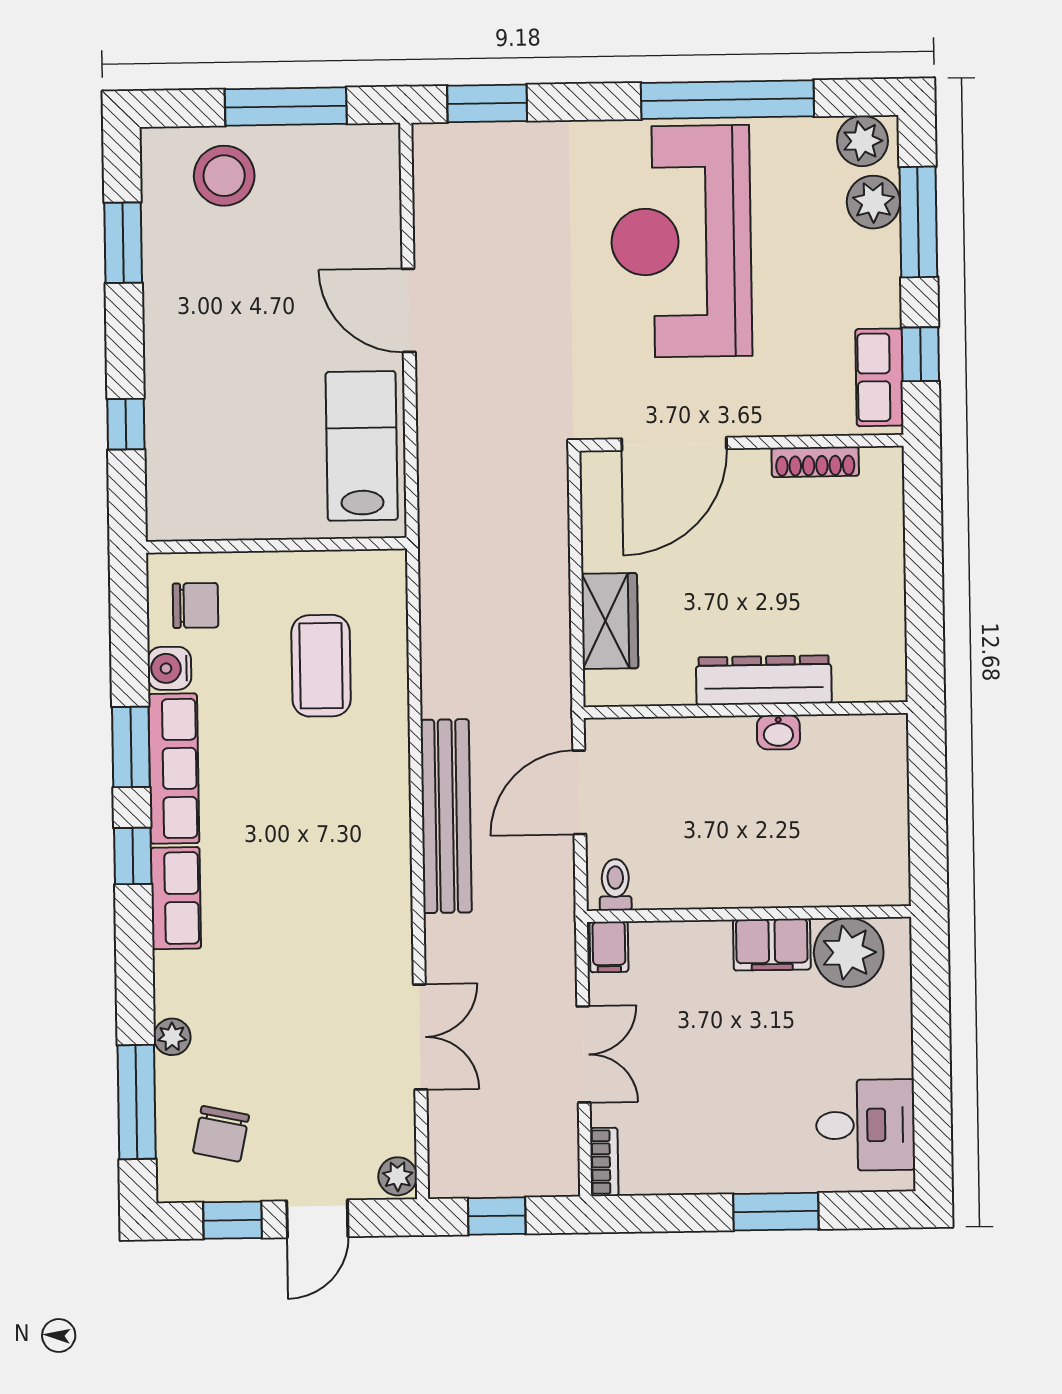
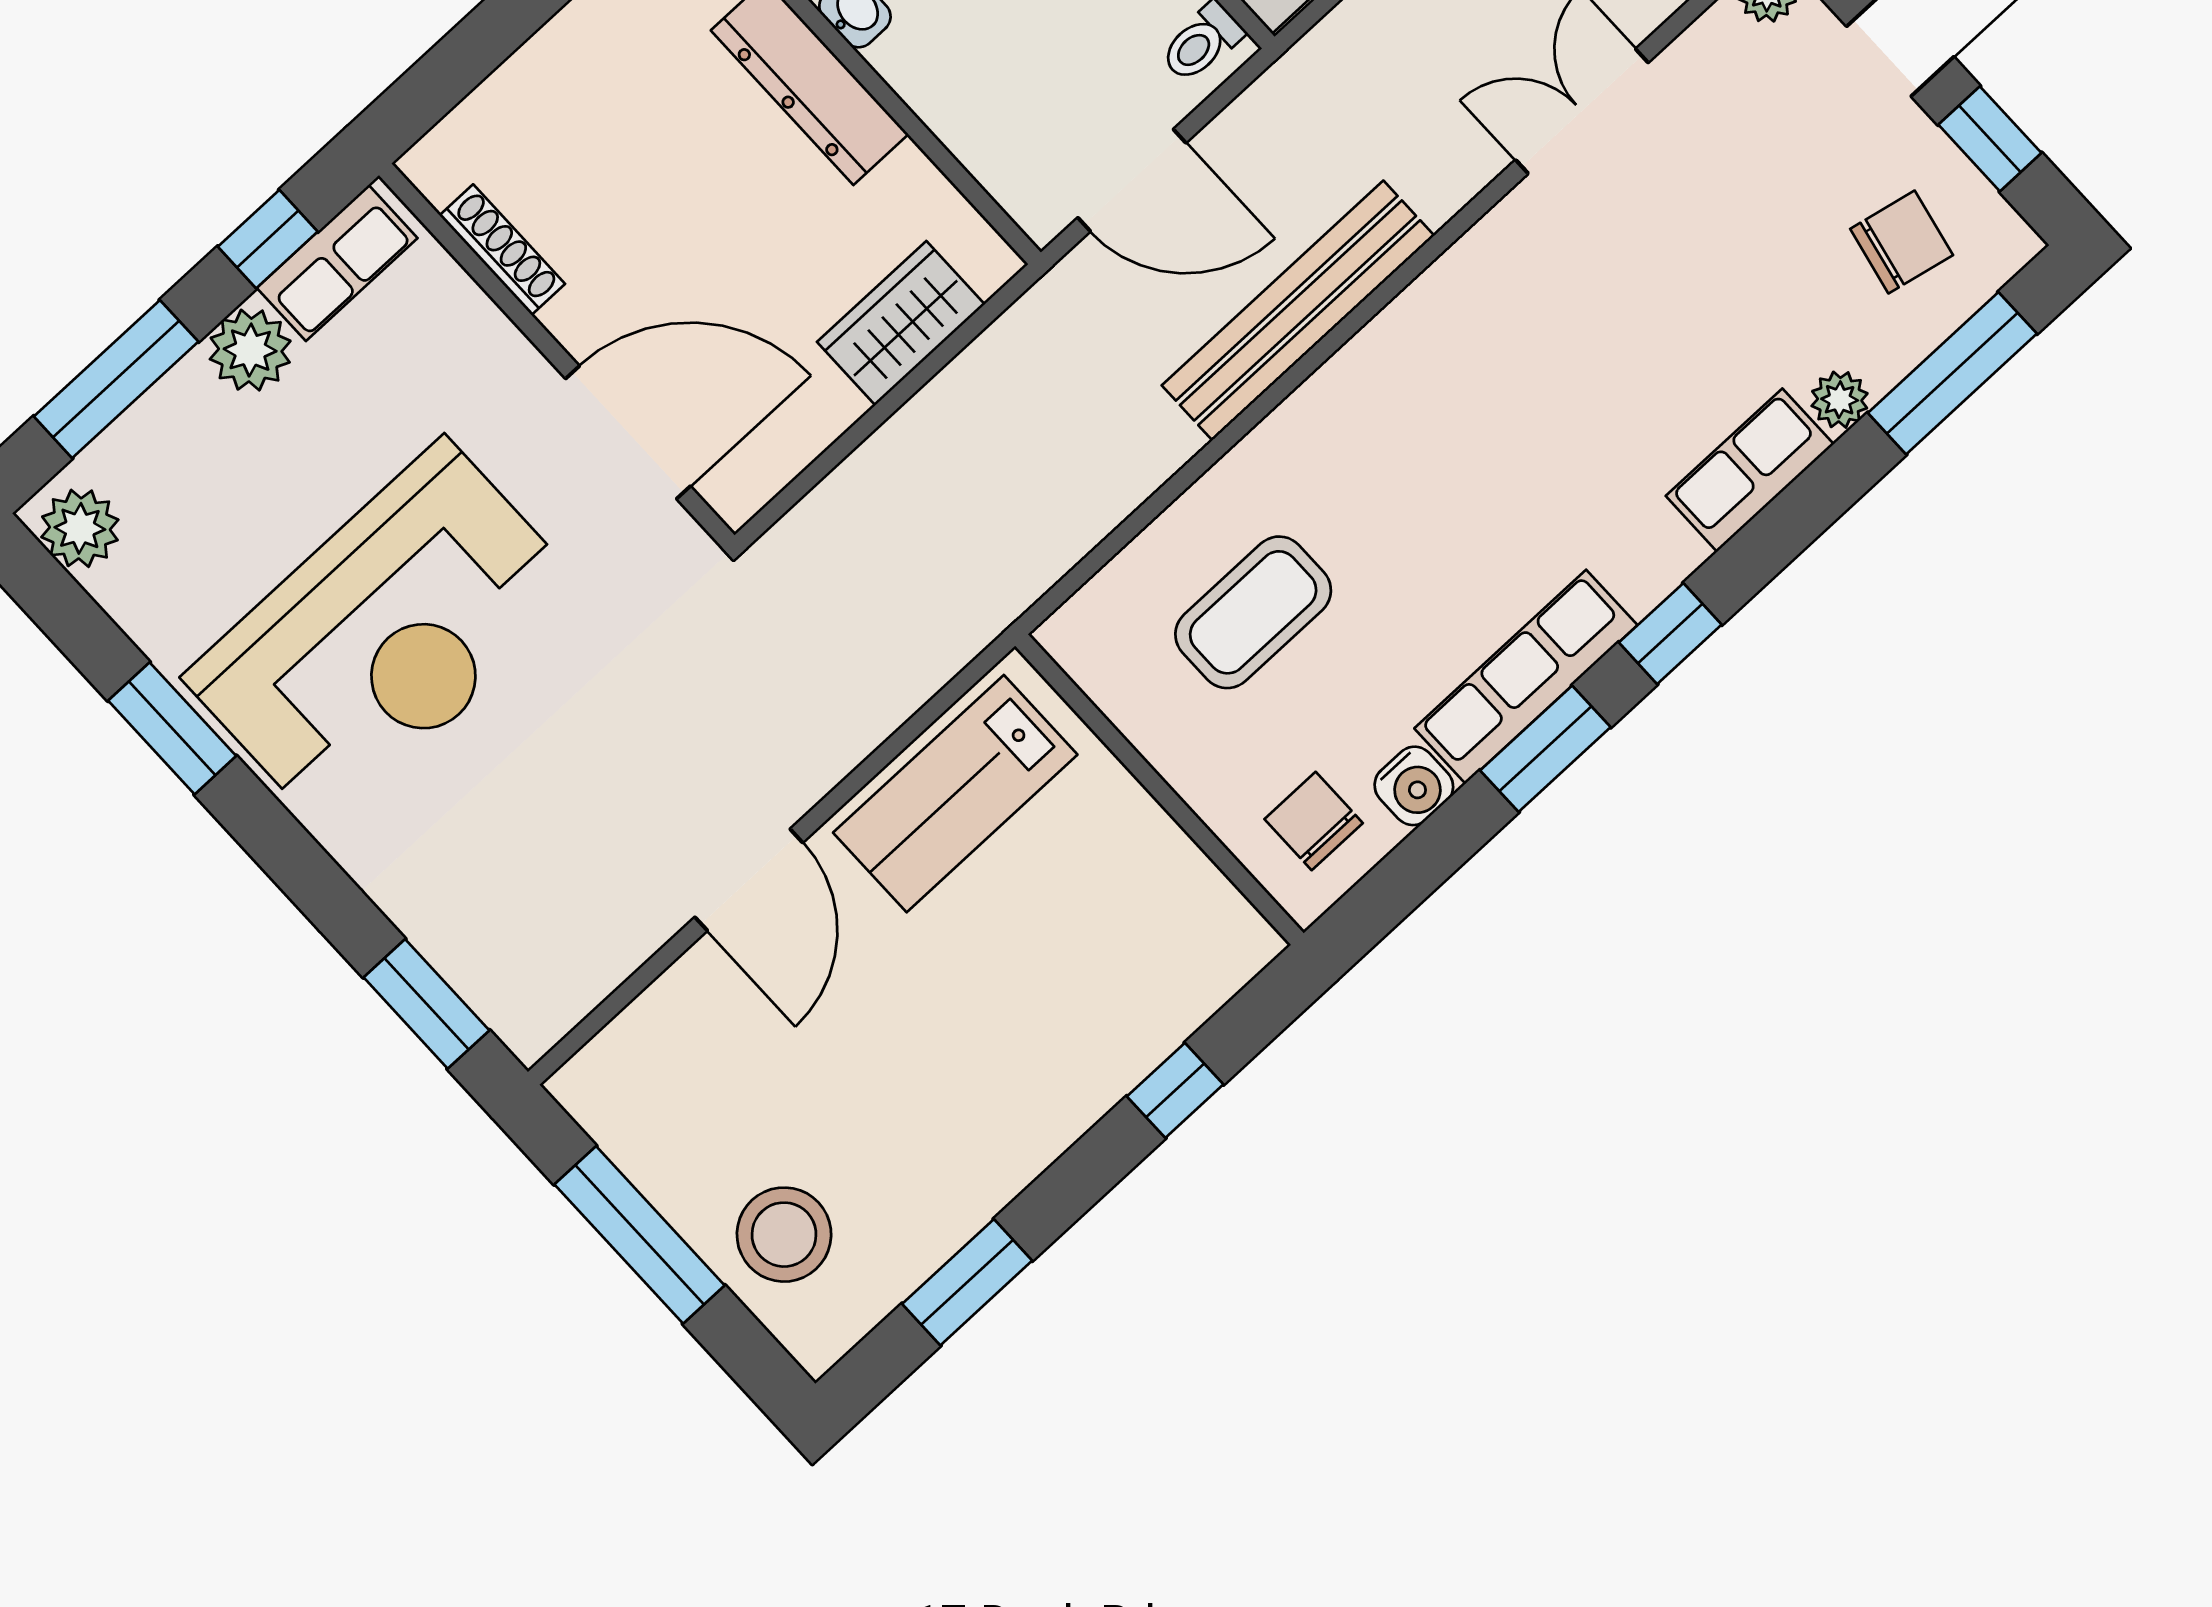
window: (727, 100) -> (172, 728), width x0.47
plant: (873, 202) -> (250, 350), moved
row of seats: (176, 898) -> (1750, 470), moved

